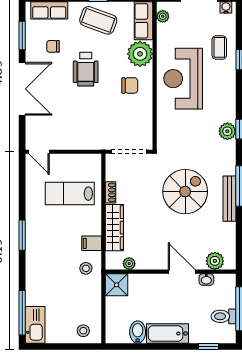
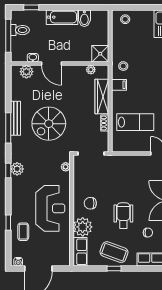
plant: (163, 16) -> (66, 167), moved

